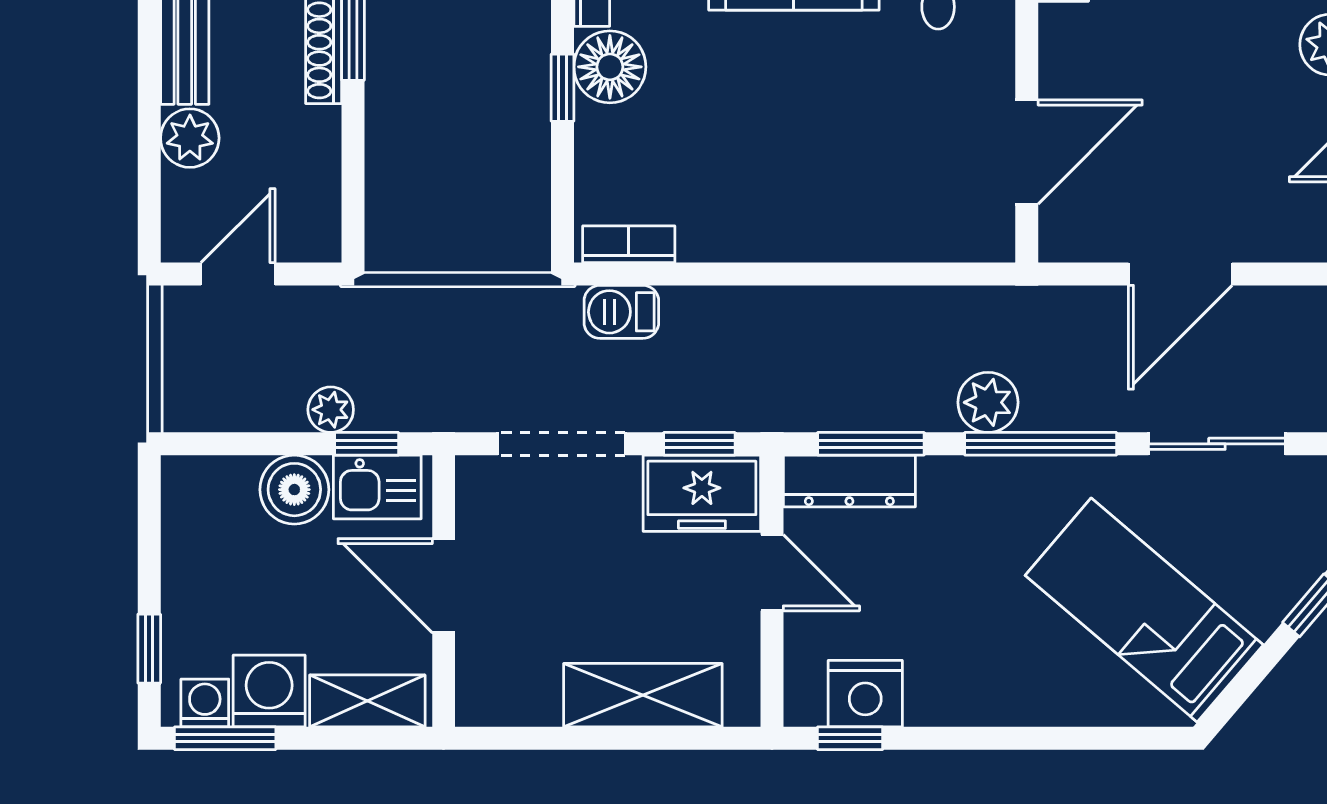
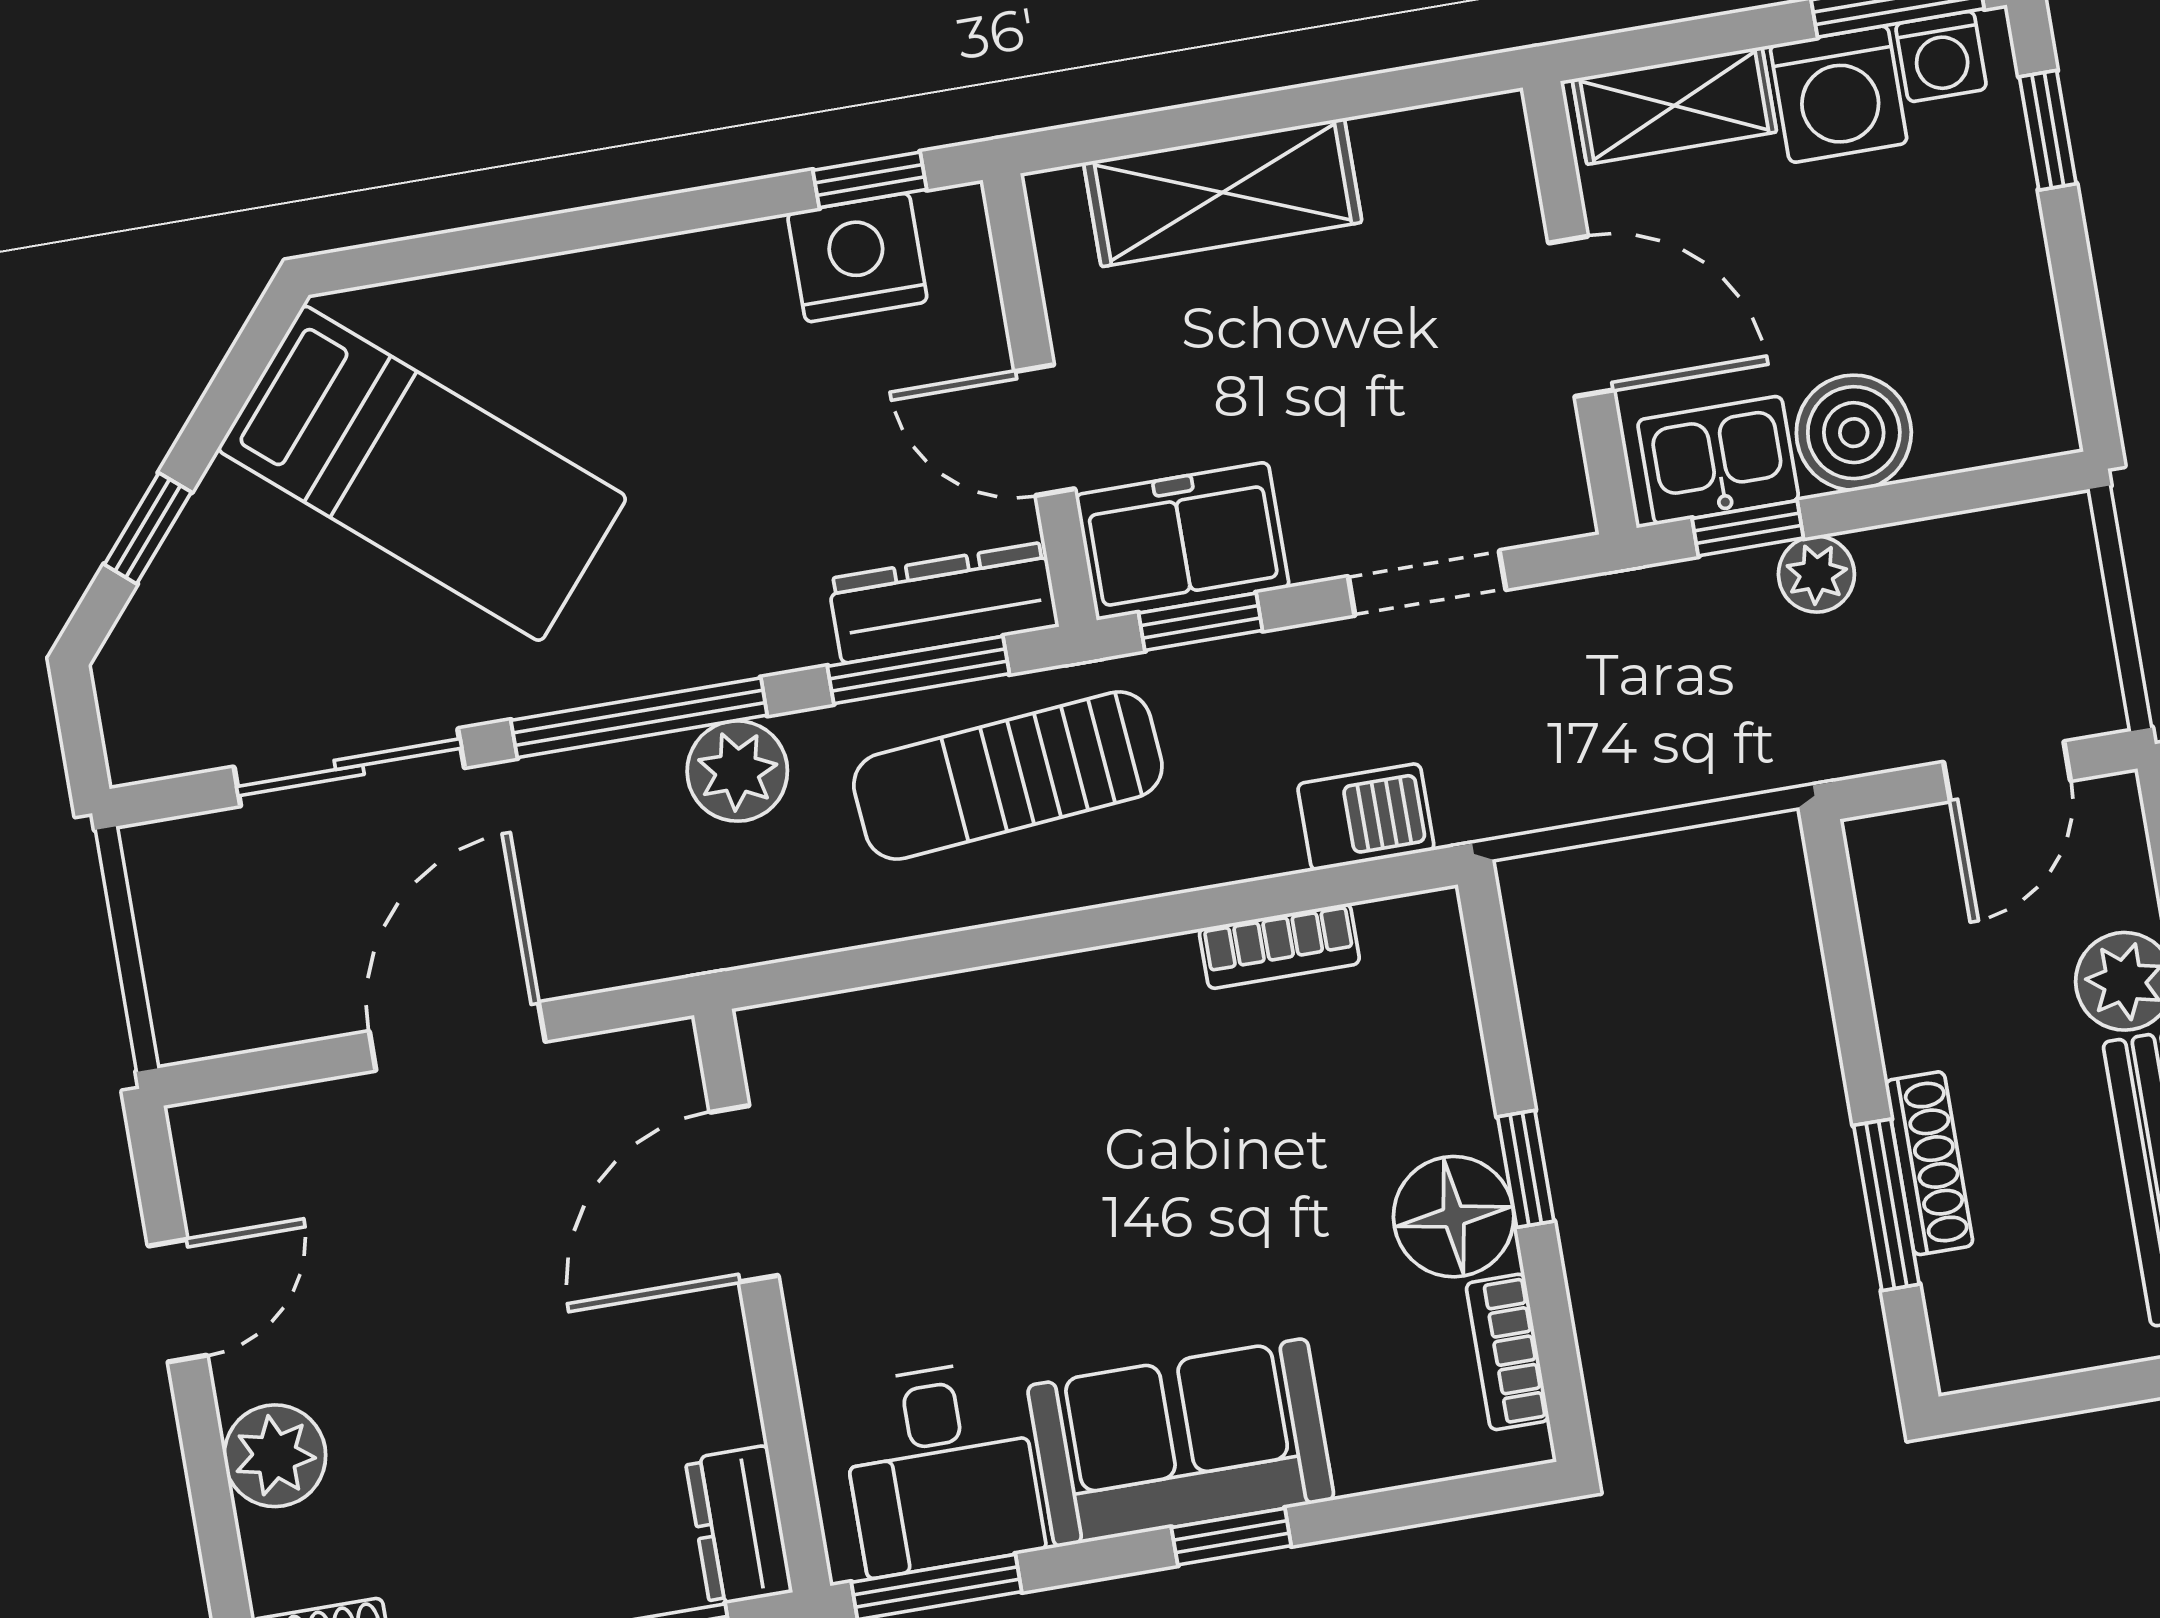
bookcase: (629, 244) -> (1279, 946), moved
sun lounger: (829, 372) -> (1008, 776), added
doorway: (562, 444) -> (1427, 583), width x0.73

